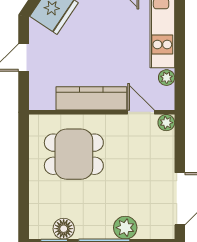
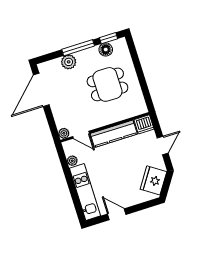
dishwasher: (42, 98) -> (144, 124), added
dining table: (74, 154) -> (107, 84), moved

